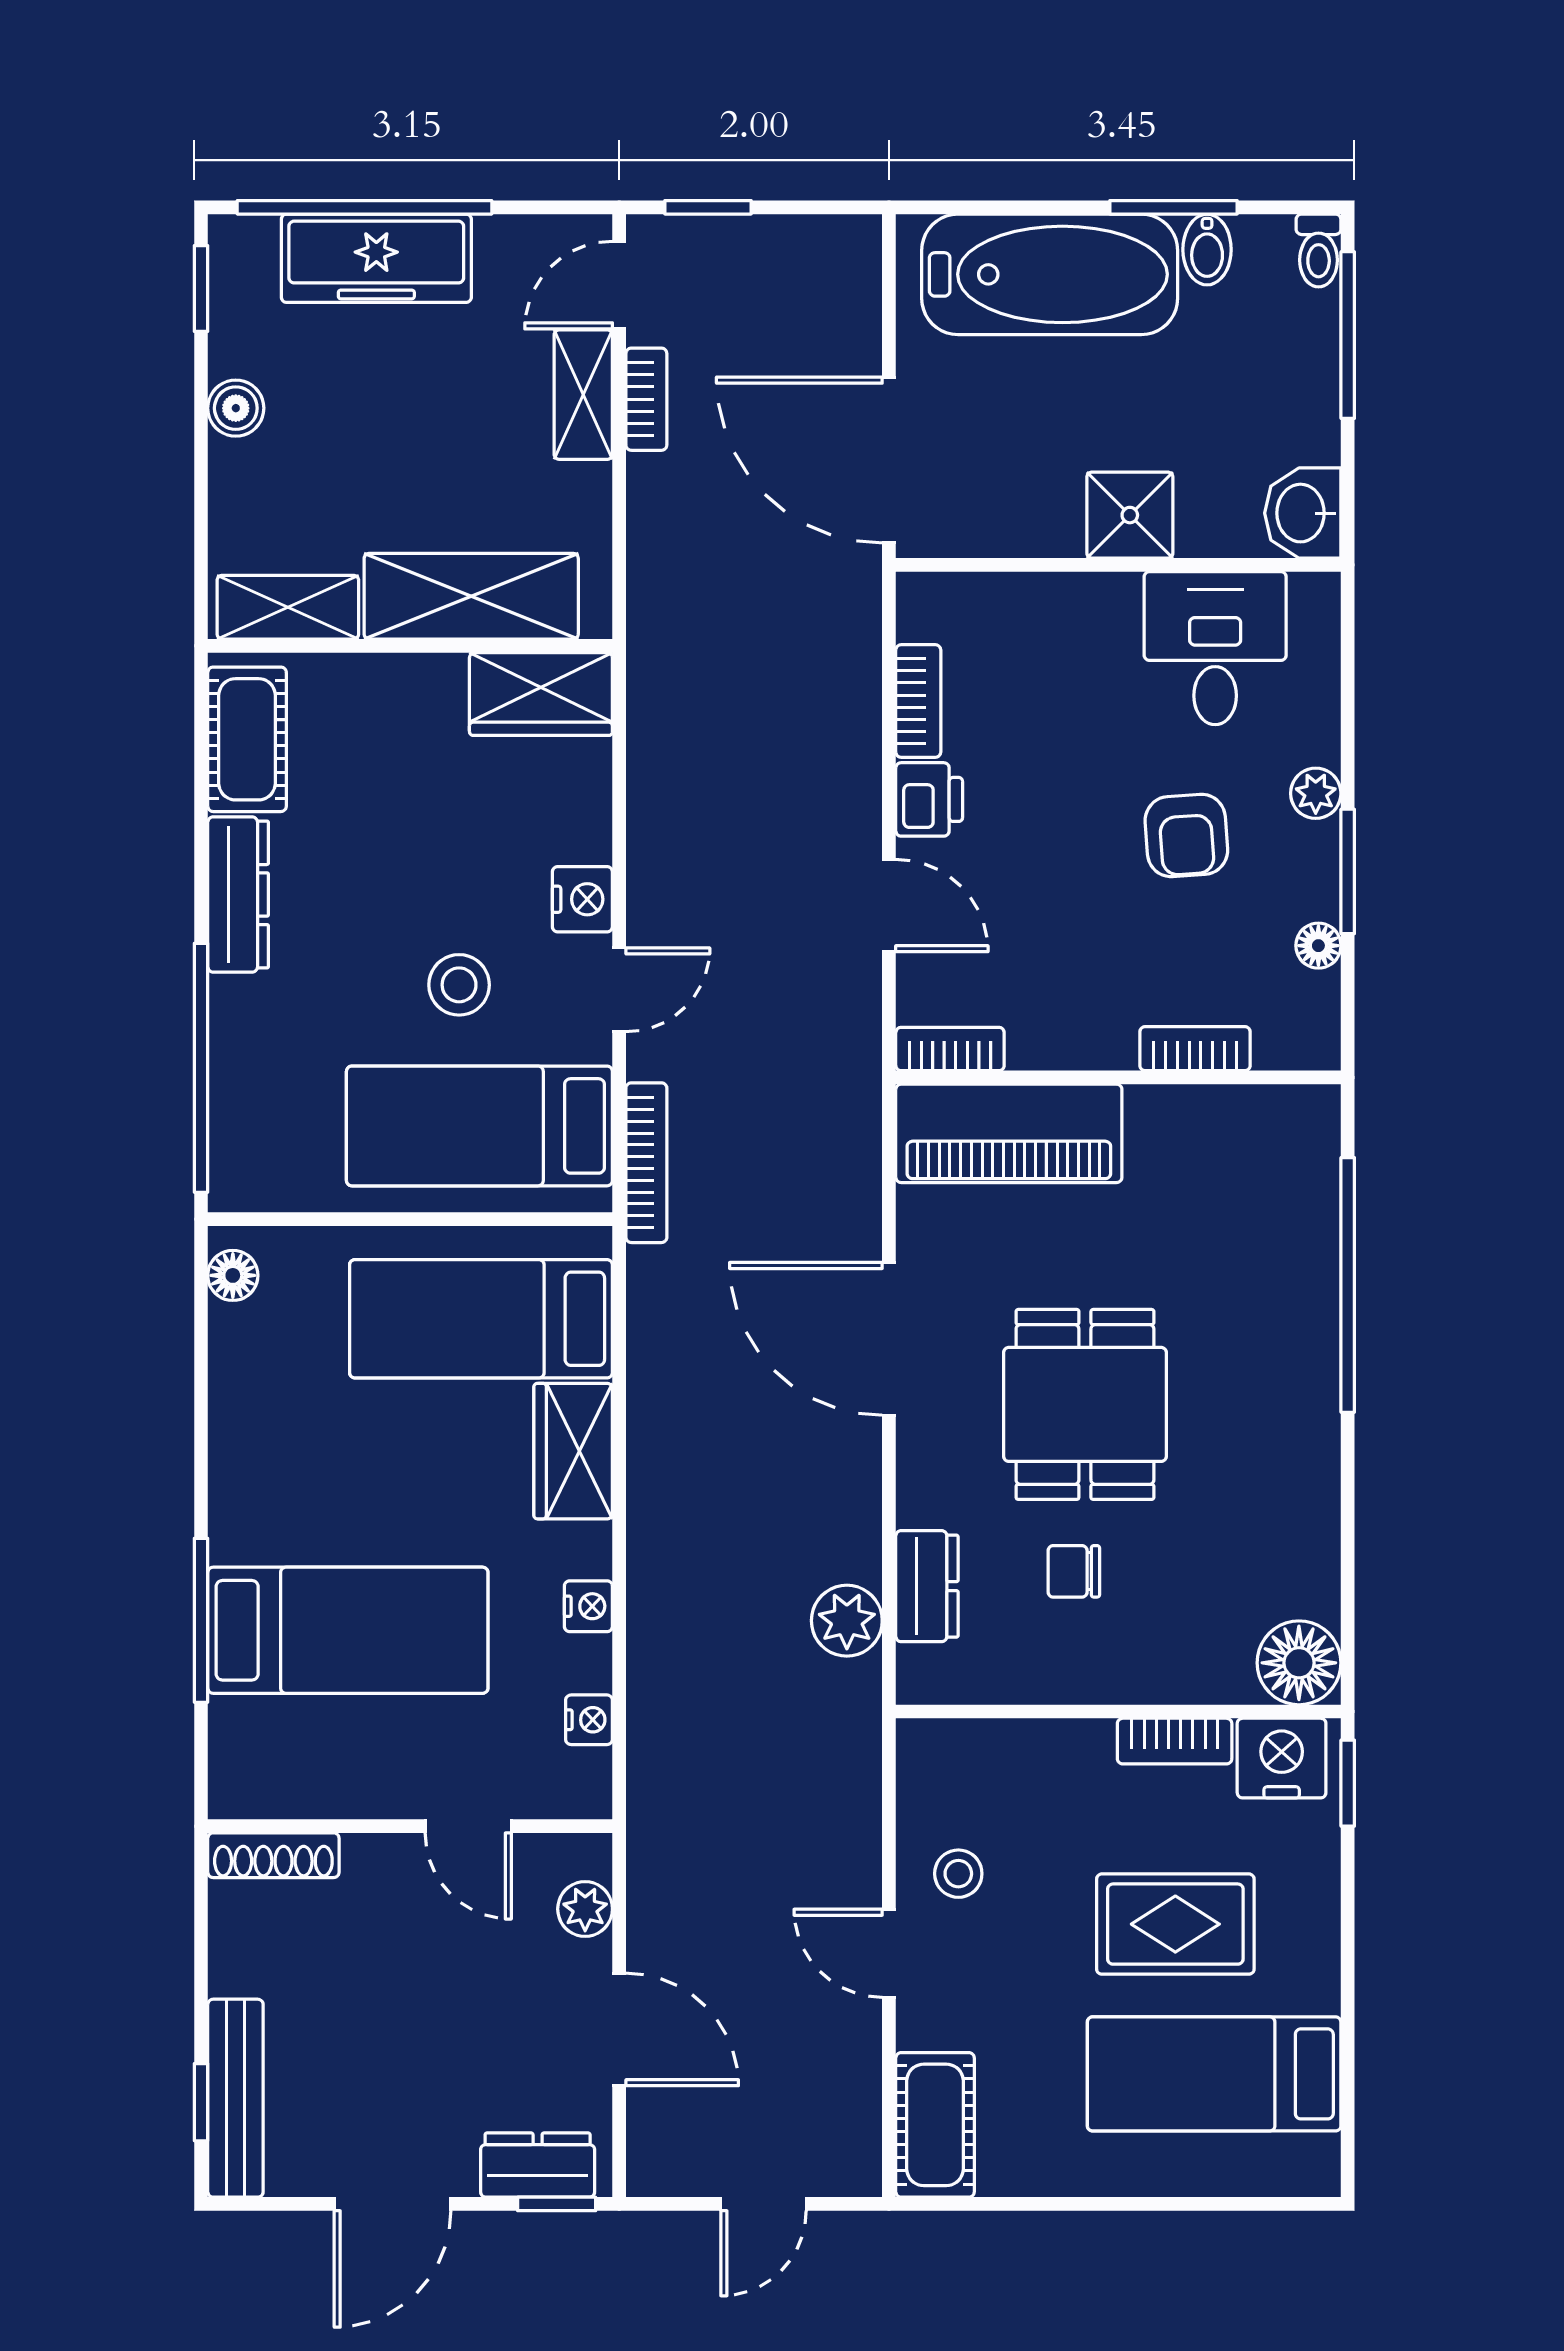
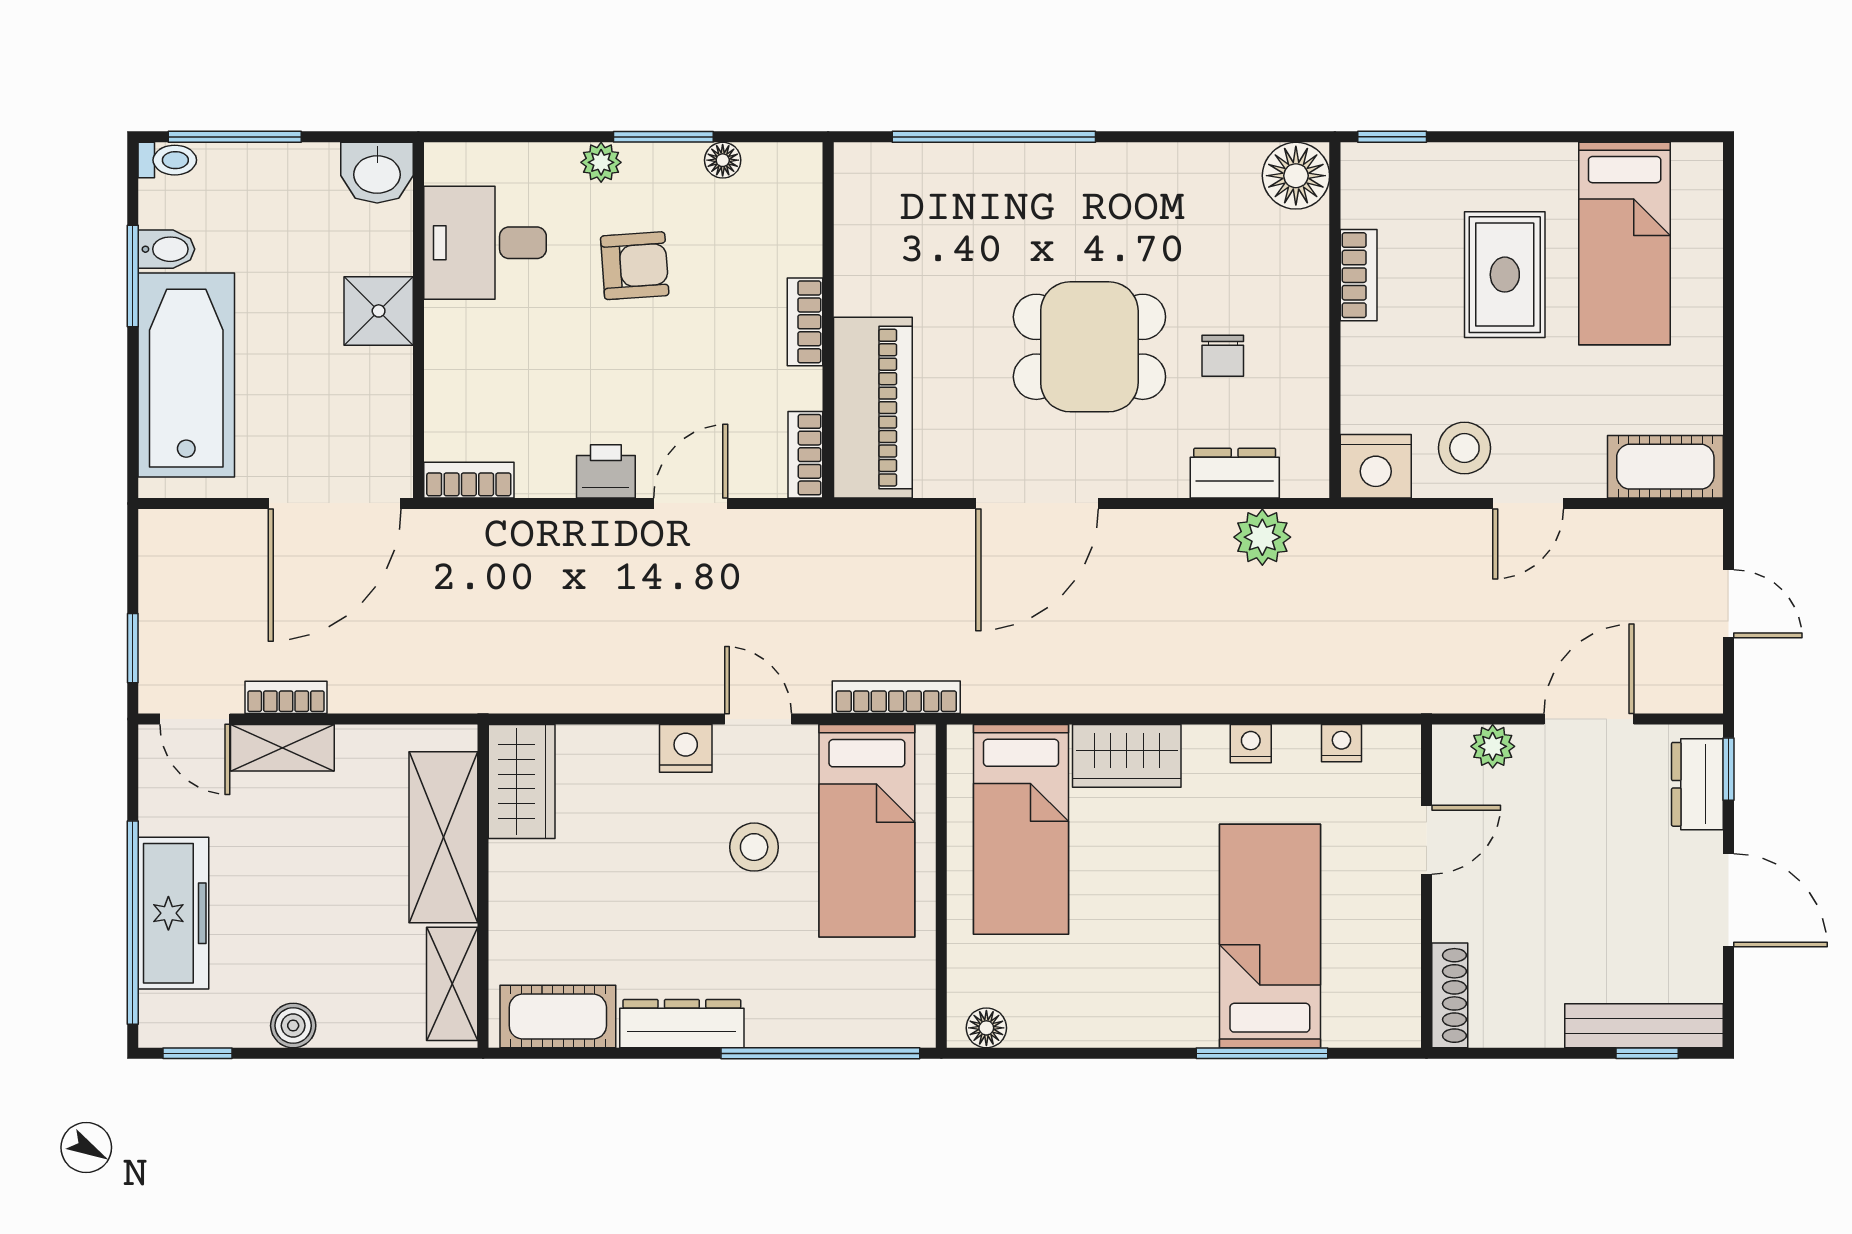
bookcase: (918, 701) -> (469, 480), moved
bookcase: (1195, 1049) -> (805, 322), moved
nightstand: (1282, 1758) -> (1376, 466), moved, turned -90
stool: (958, 1874) -> (1464, 448), width x1.37, depth x1.37

